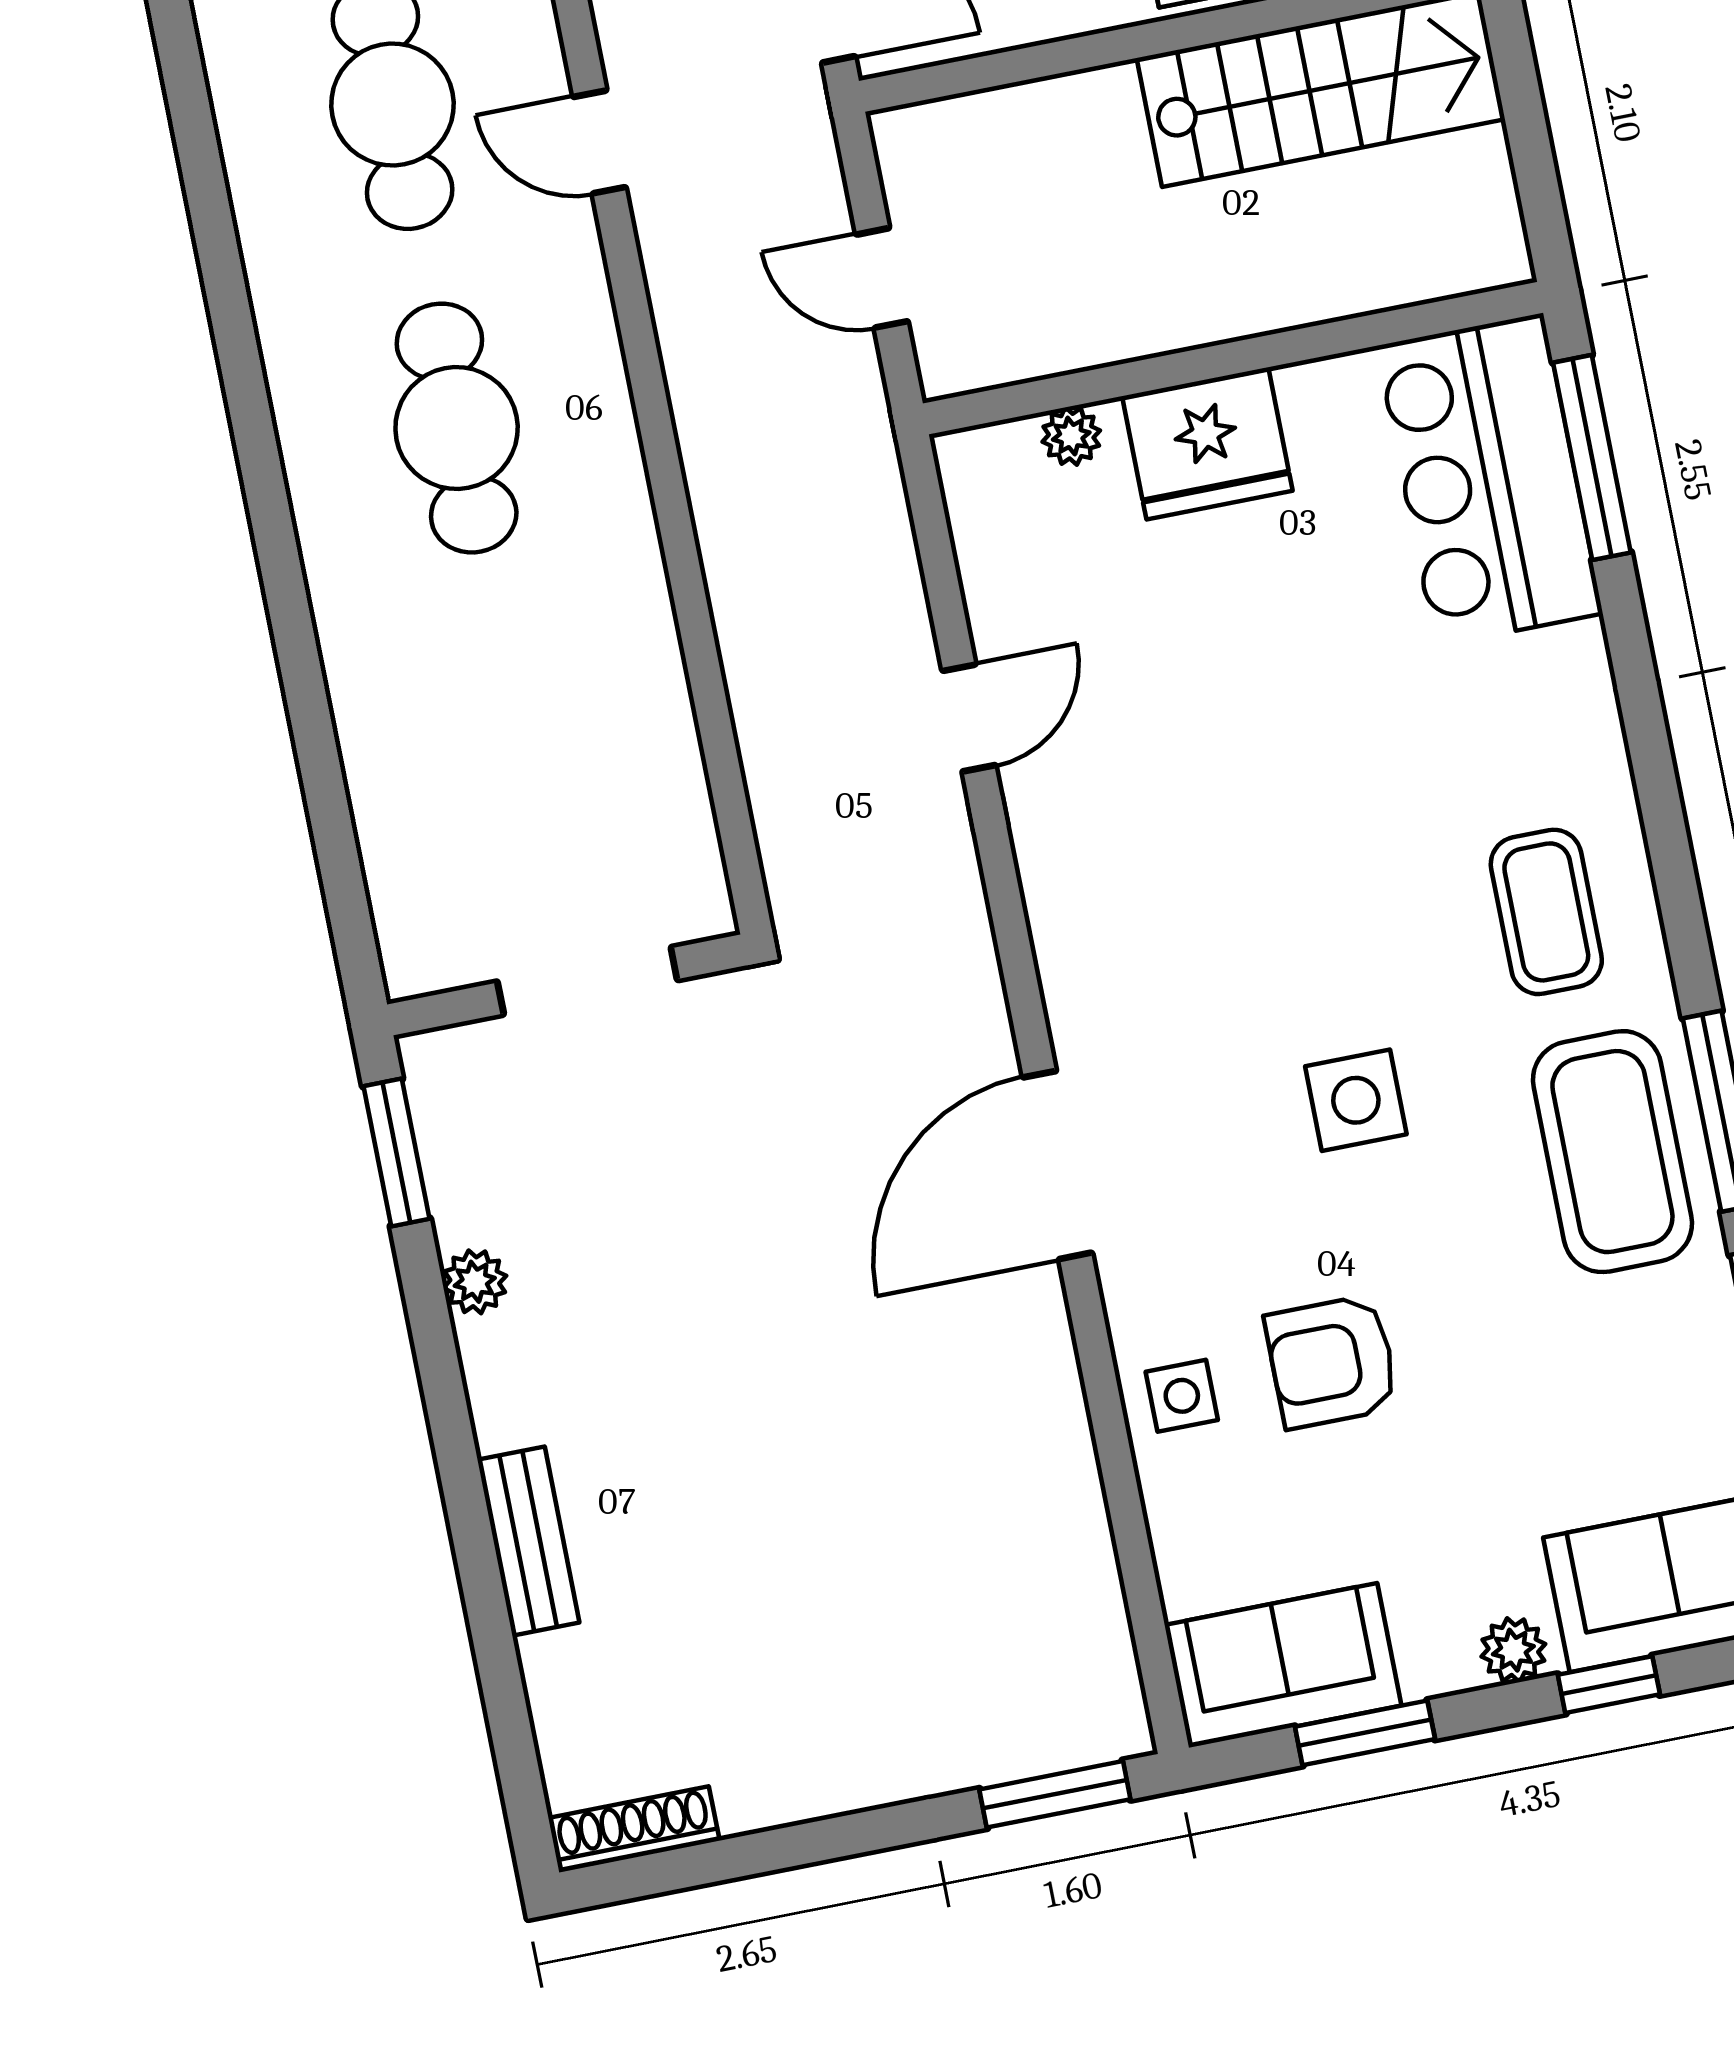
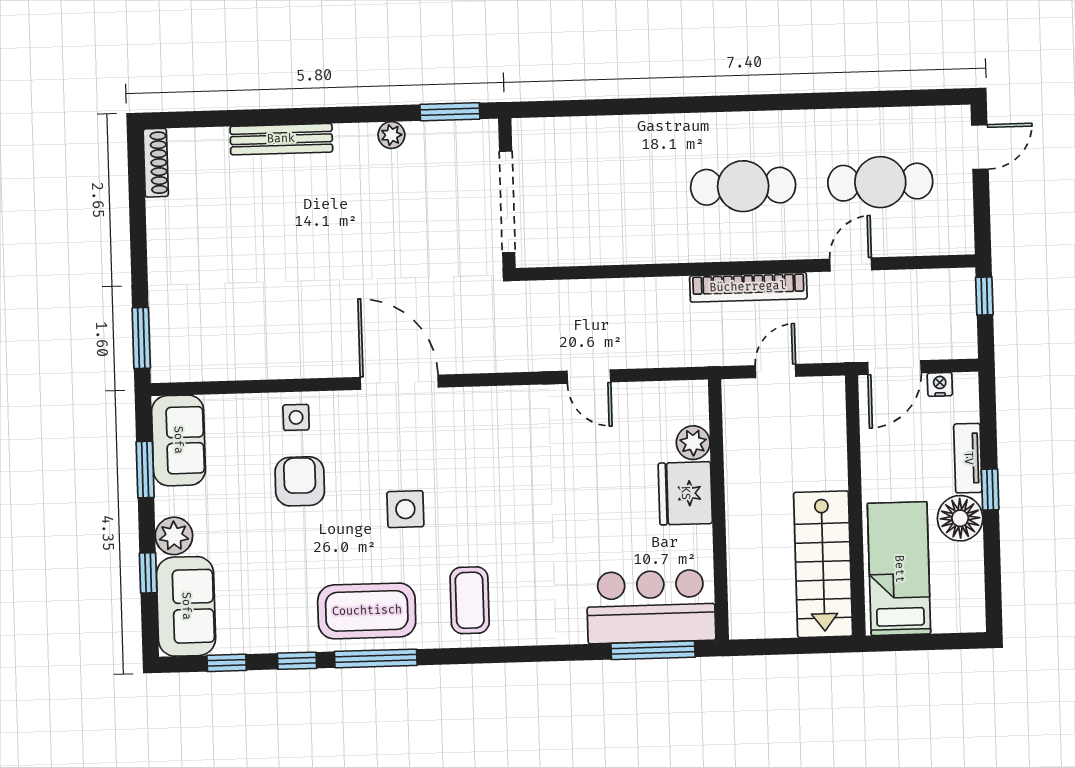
bookcase: (694, 375) -> (748, 287), added
plant: (1071, 436) -> (693, 443), width x1.38, depth x1.38
coffee table: (1546, 912) -> (470, 600), turned 90
doorway: (587, 981) -> (507, 202), width x1.36
bench: (528, 1541) -> (281, 139), width x1.36
plant: (1513, 1650) -> (174, 536), width x1.38, depth x1.38

